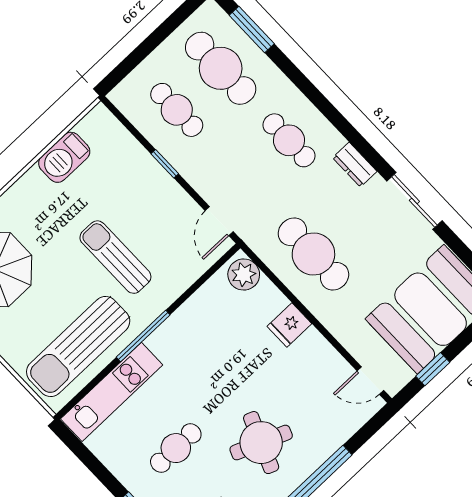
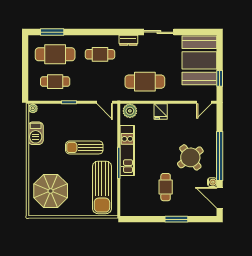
plant: (100, 115) -> (33, 108), added
kitchen unit: (112, 392) -> (127, 150), moved
round table: (261, 443) -> (190, 157), turned 31

